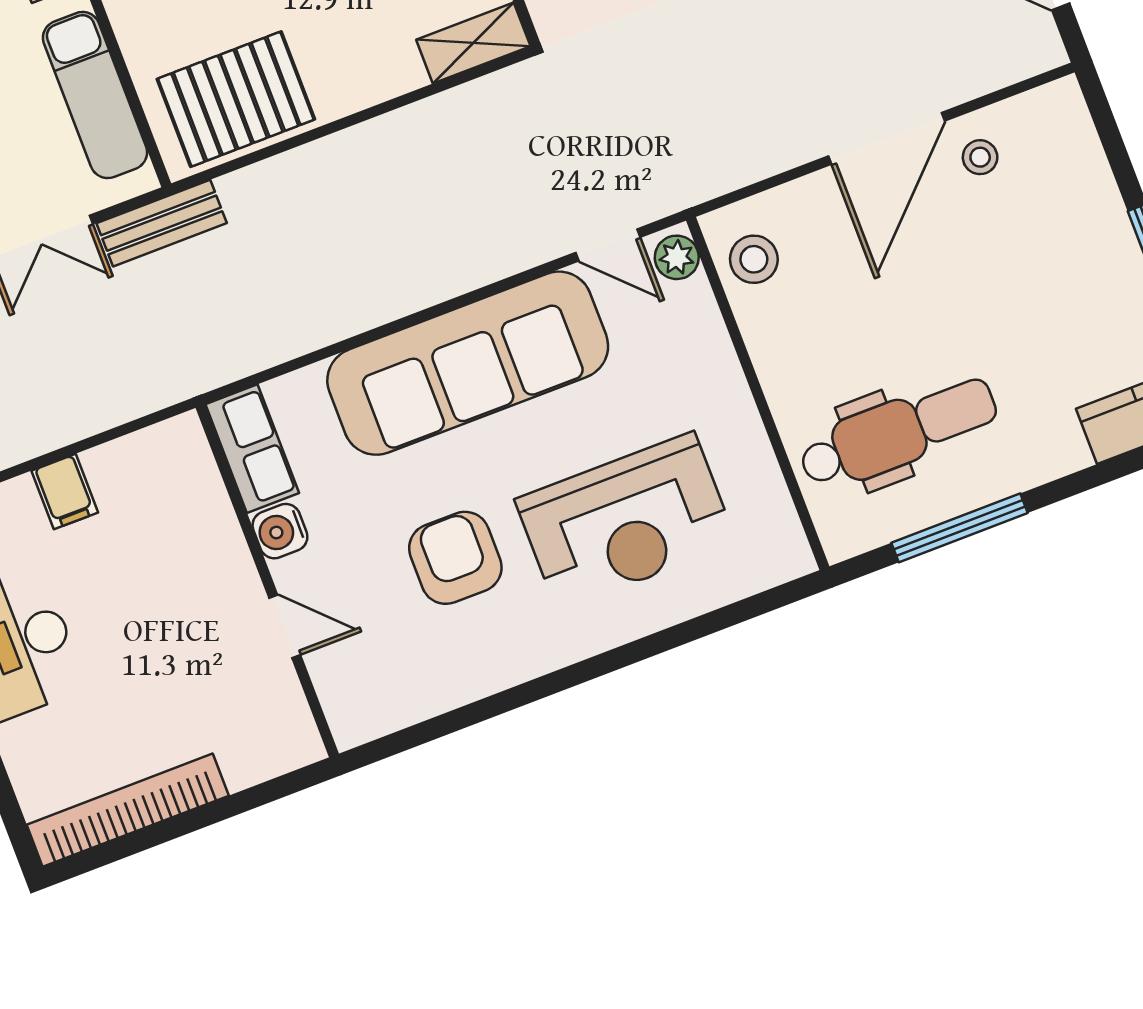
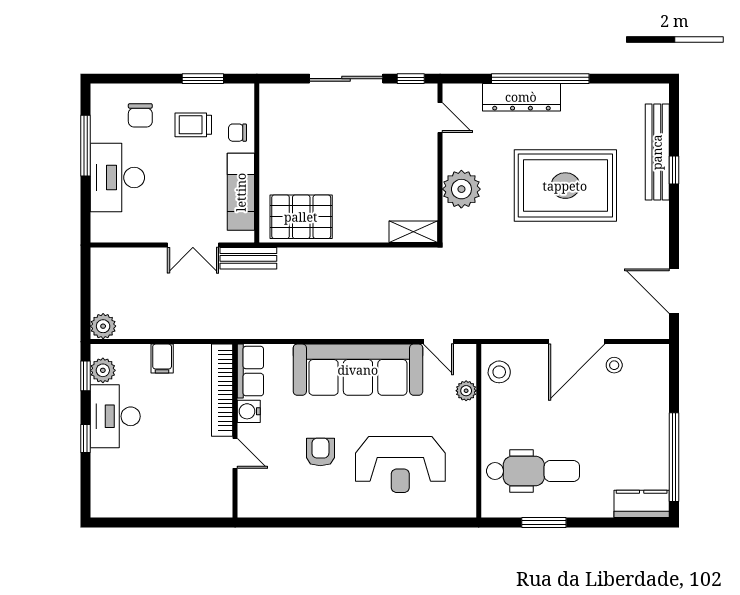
plant: (677, 257) -> (466, 391), moved
window: (959, 528) -> (544, 522), width x0.69
armchair: (455, 558) -> (320, 452), width x0.72, depth x0.72
bookcase: (128, 810) -> (222, 390), moved, turned -90

